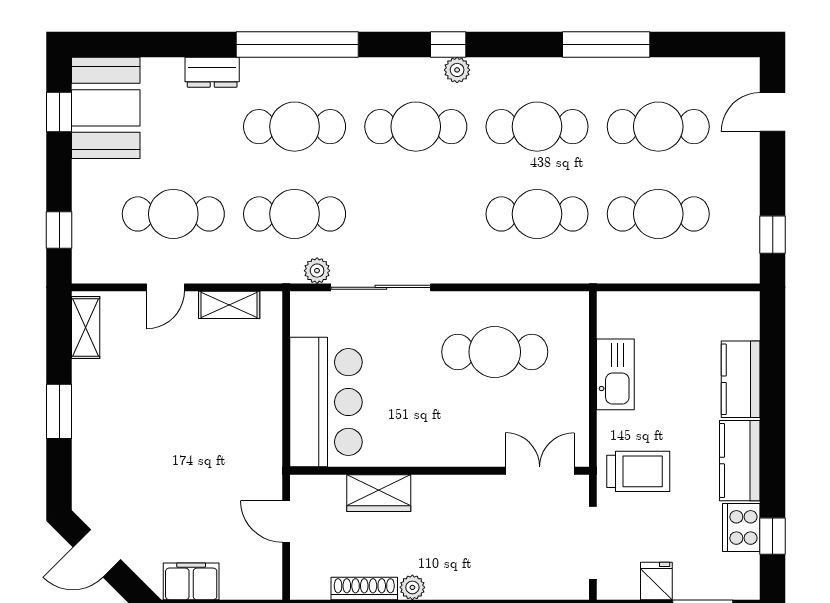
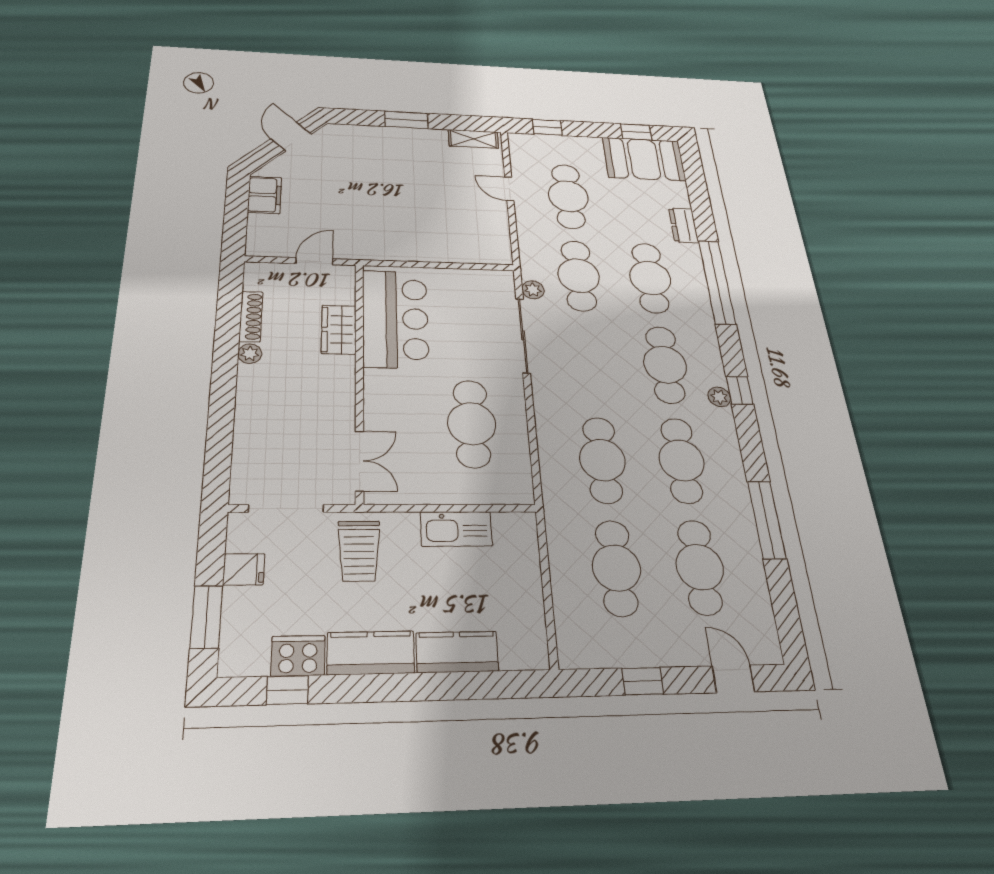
window: (773, 235) -> (643, 681), moved
shelving: (229, 305) -> (499, 229), removed
bar counter: (326, 402) -> (395, 319), moved, turned -90

